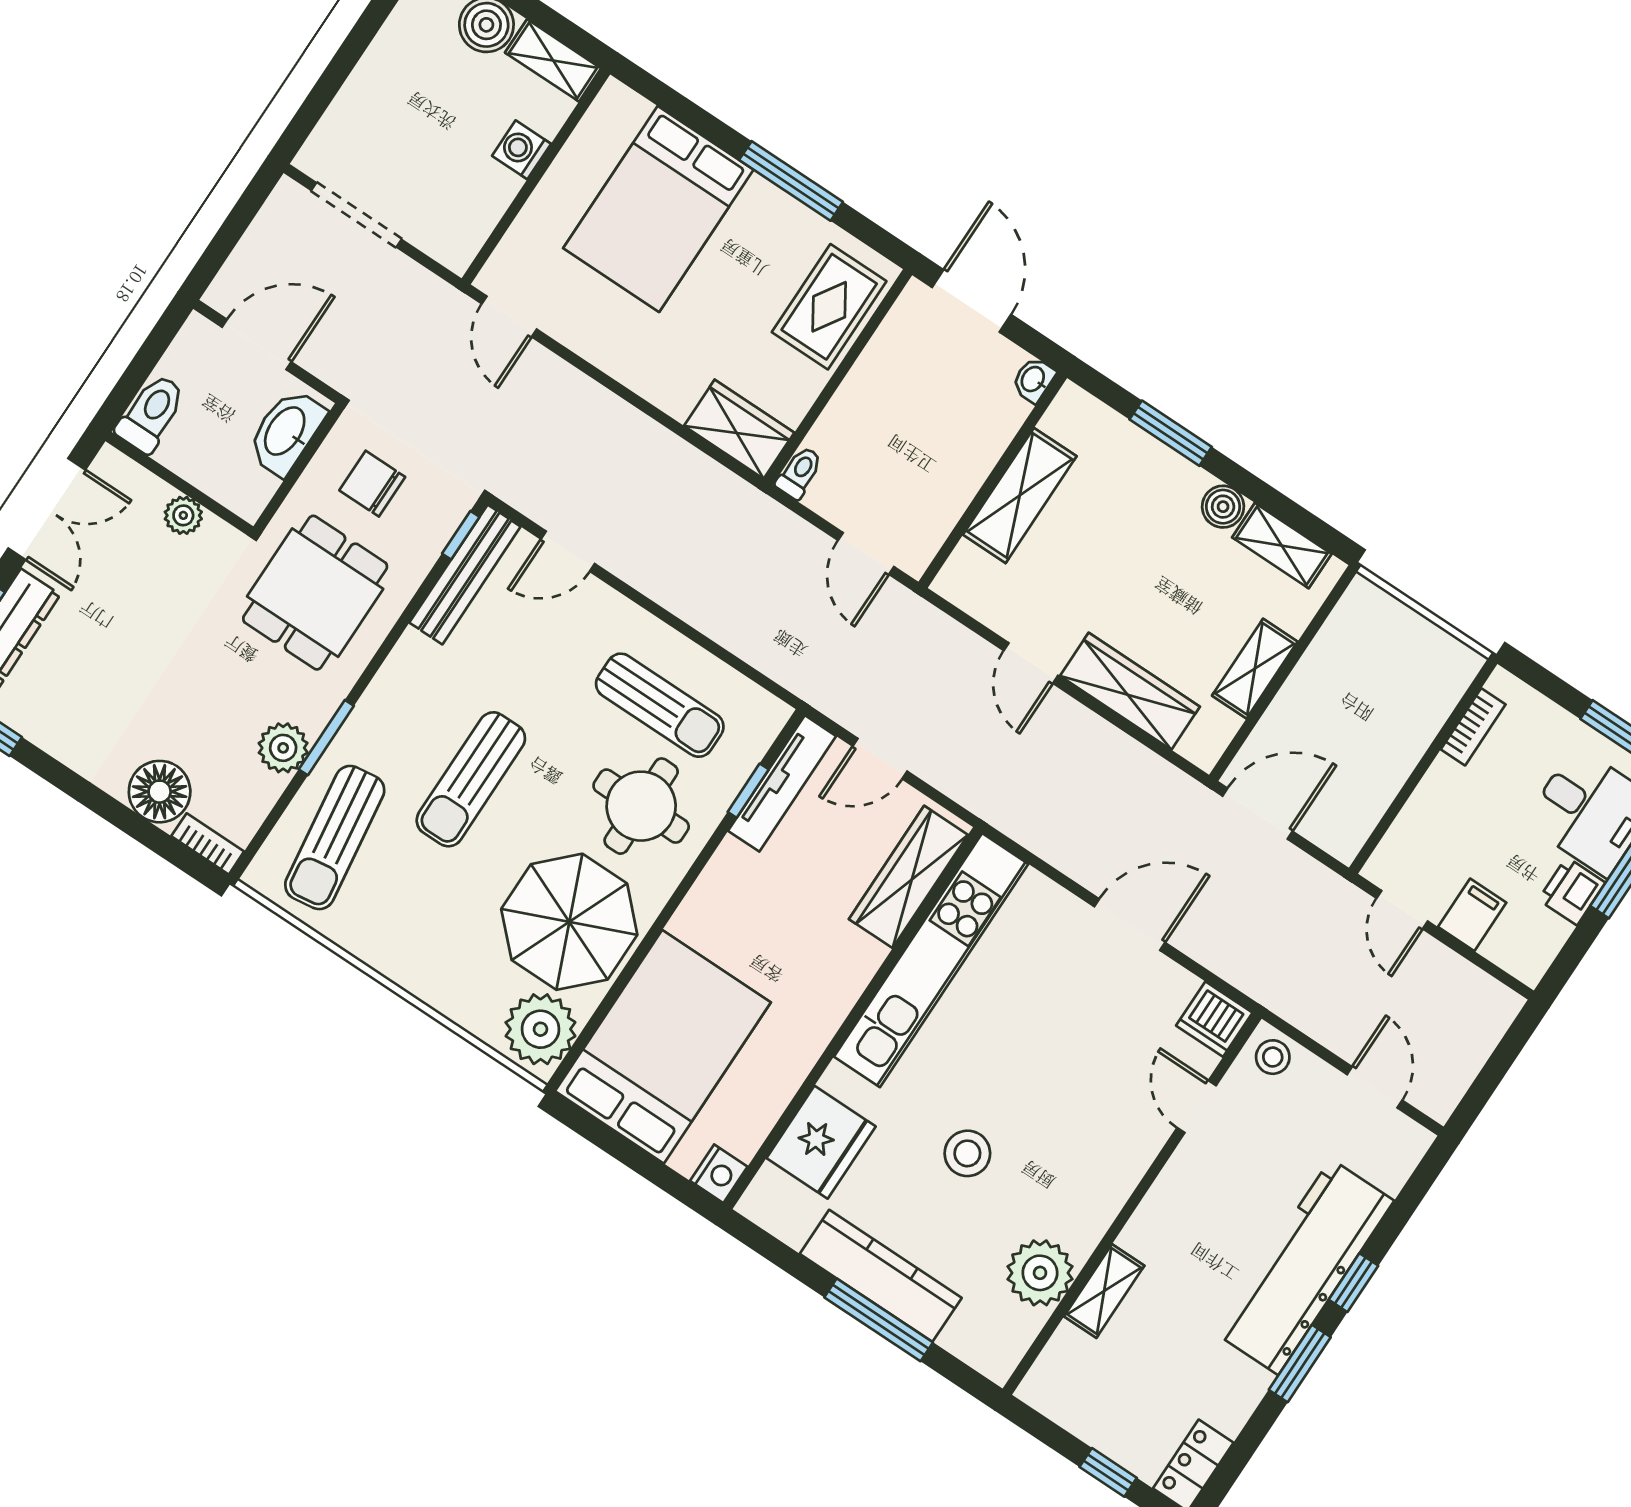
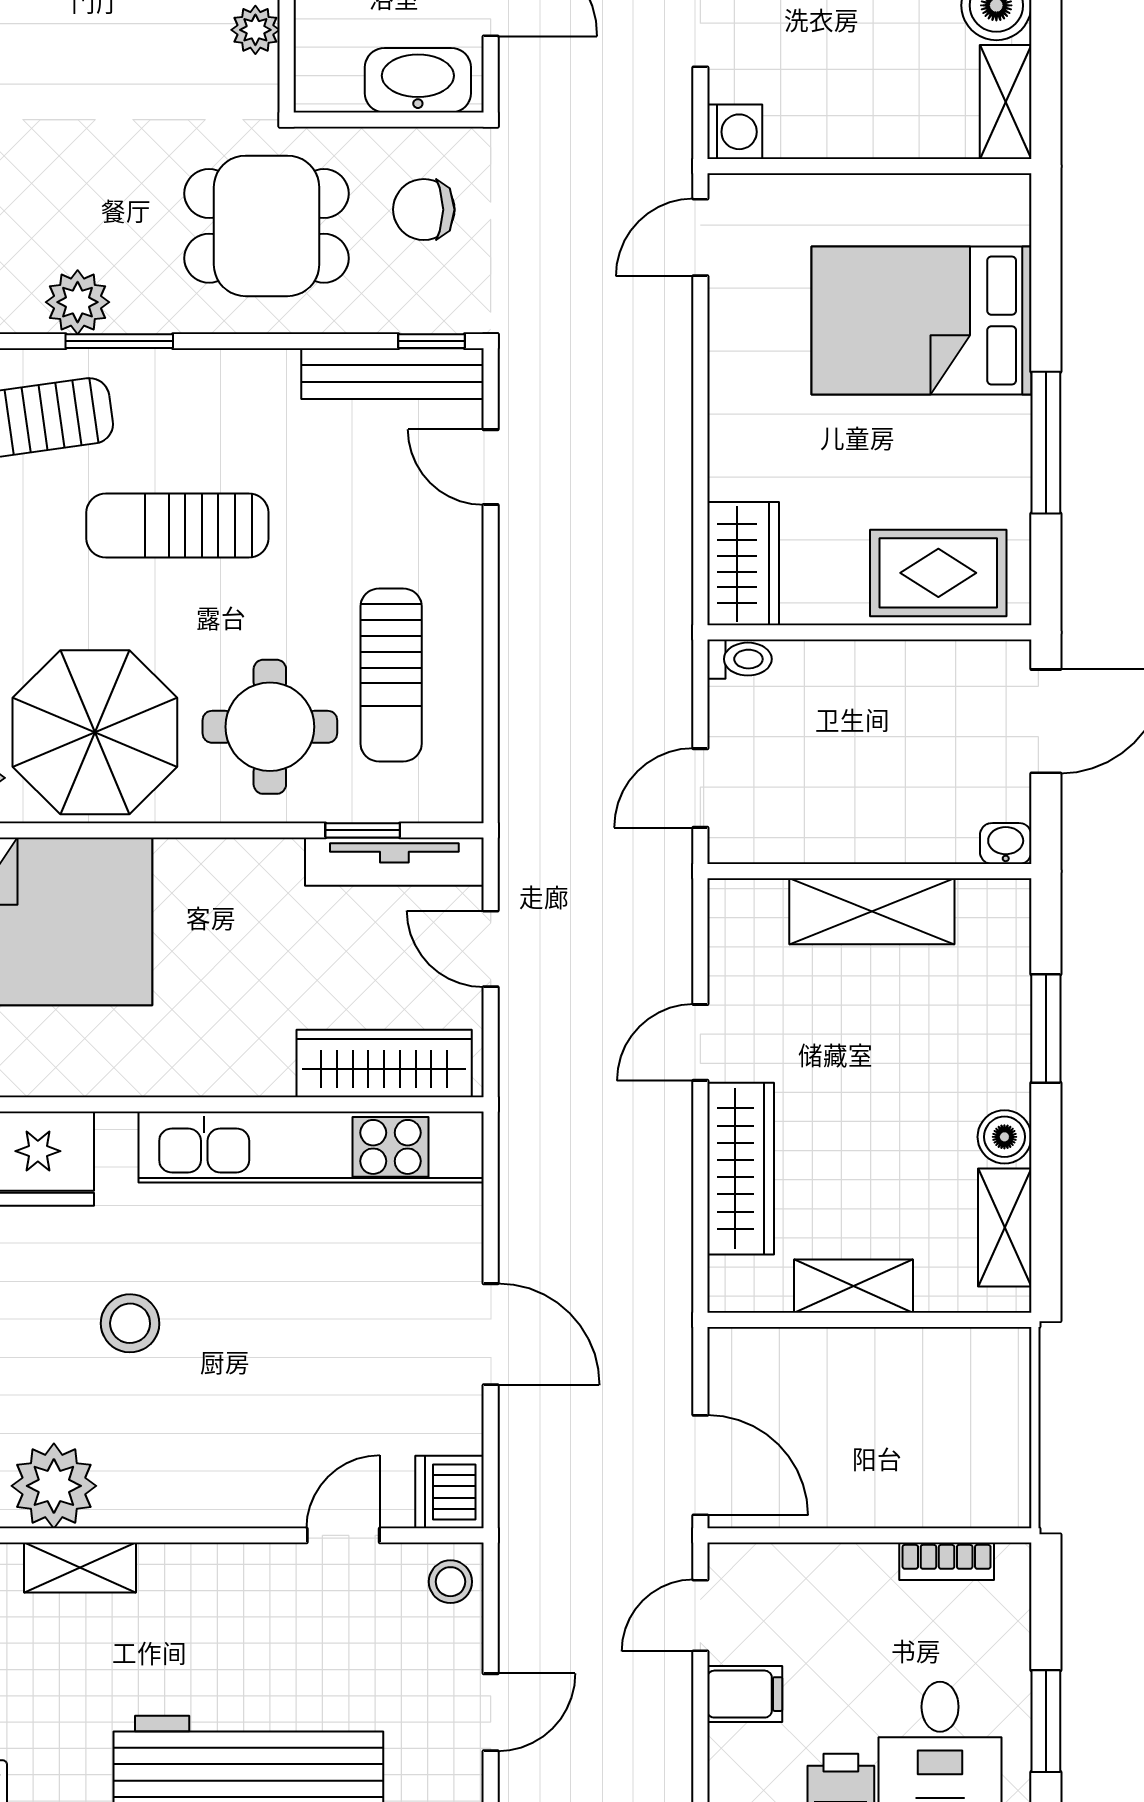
washing machine: (521, 150) -> (735, 132), moved, turned 90
chair: (372, 484) -> (424, 210), turned -90
door: (1258, 814) -> (700, 1465), moved

